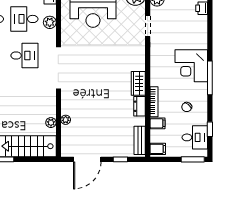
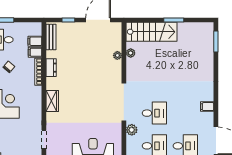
plant: (50, 22) -> (132, 130), moved
desk: (24, 56) -> (154, 113), turned 180
wardrobe: (138, 83) -> (52, 101), moved
filing cabinet: (158, 149) -> (35, 41), moved

